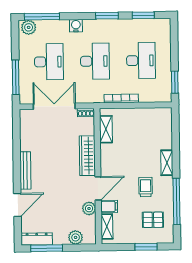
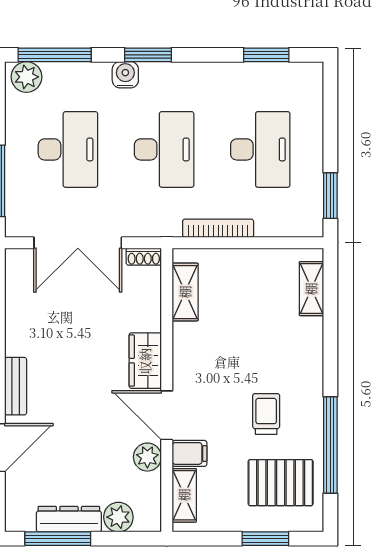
window: (107, 16) -> (148, 55), moved
double door: (54, 106) -> (78, 243), swing flipped
wardrobe: (87, 156) -> (145, 361), width x0.67
shelving: (167, 163) -> (311, 289), moved
bench: (25, 170) -> (16, 386), width x0.73
door: (98, 188) -> (167, 415), swing flipped
pallet: (153, 220) -> (281, 483), width x1.50, depth x1.42
dresser: (37, 239) -> (69, 519), moved

